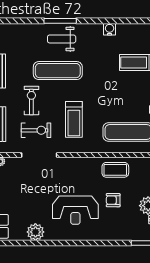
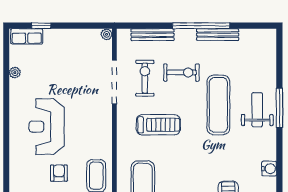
treadmill: (74, 119) -> (158, 125), turned 180
exercise bike: (36, 130) -> (145, 78), turned 180
plant: (35, 232) -> (15, 73), width x0.53, depth x0.53

